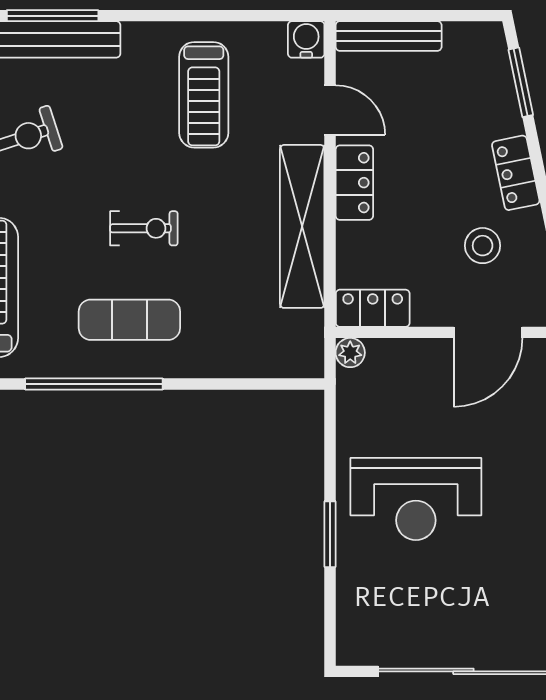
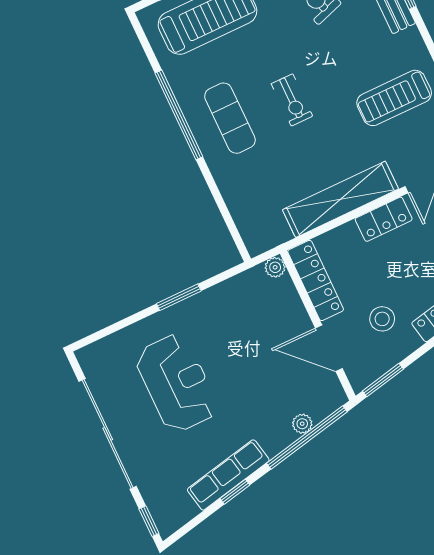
locker: (373, 308) -> (316, 281), width x1.53
reception desk: (416, 499) -> (177, 383), moved, turned 180
window: (330, 534) -> (179, 297), moved

